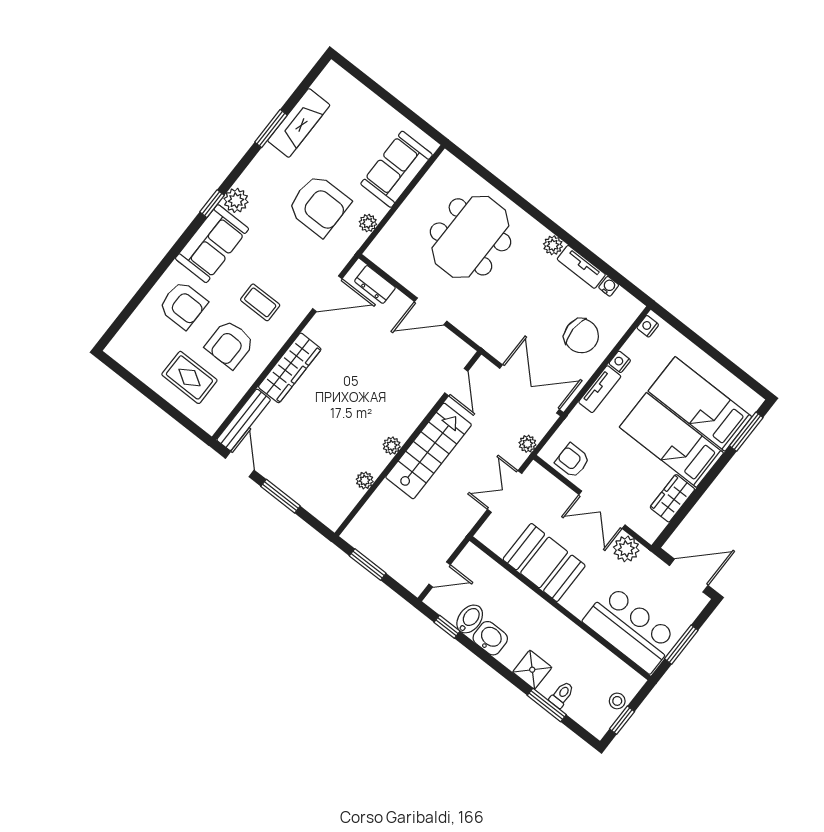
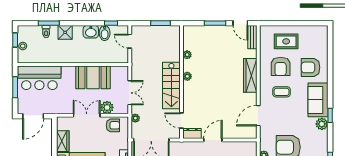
dresser: (375, 284) -> (192, 134), moved
armchair: (230, 344) -> (281, 66), turned 180
bench: (244, 420) -> (252, 37), width x0.73
plant: (626, 549) -> (107, 107), moved
door: (440, 574) -> (130, 41), hinge flipped

